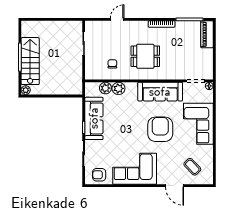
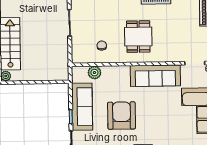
dining table: (145, 56) -> (138, 37), turned 90
plant: (118, 88) -> (109, 73), removed
armchair: (160, 129) -> (122, 116), moved

